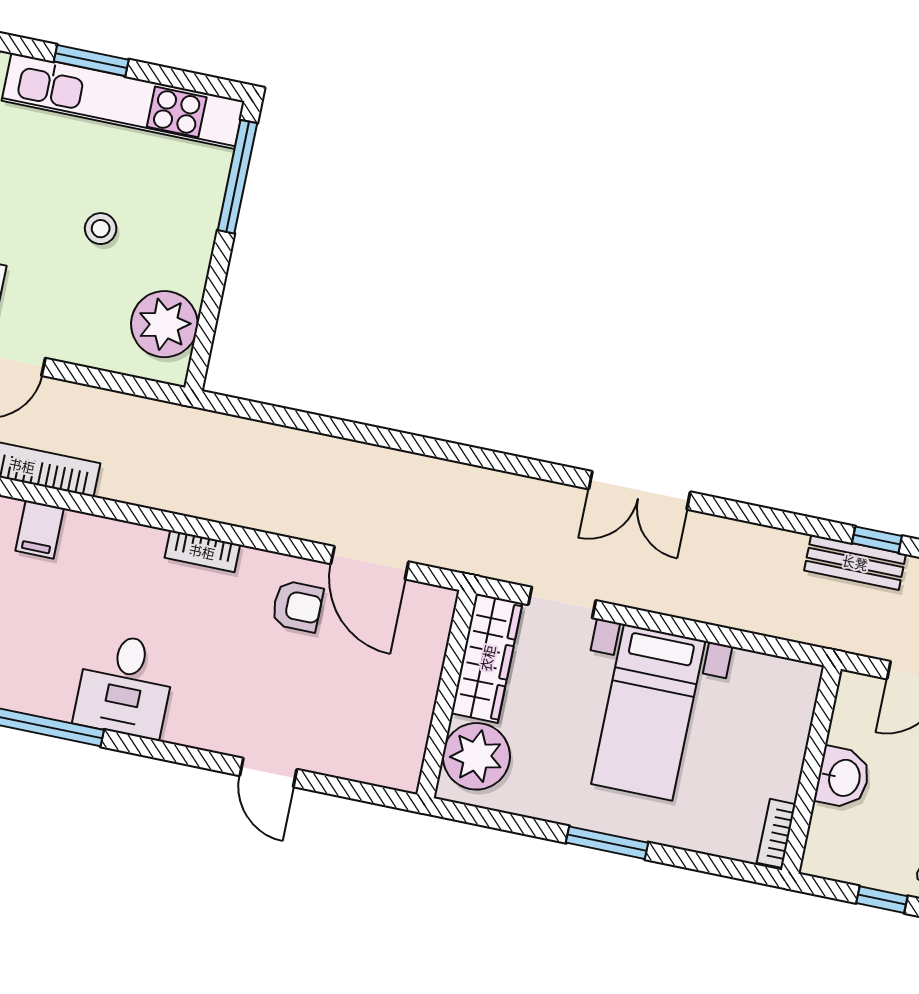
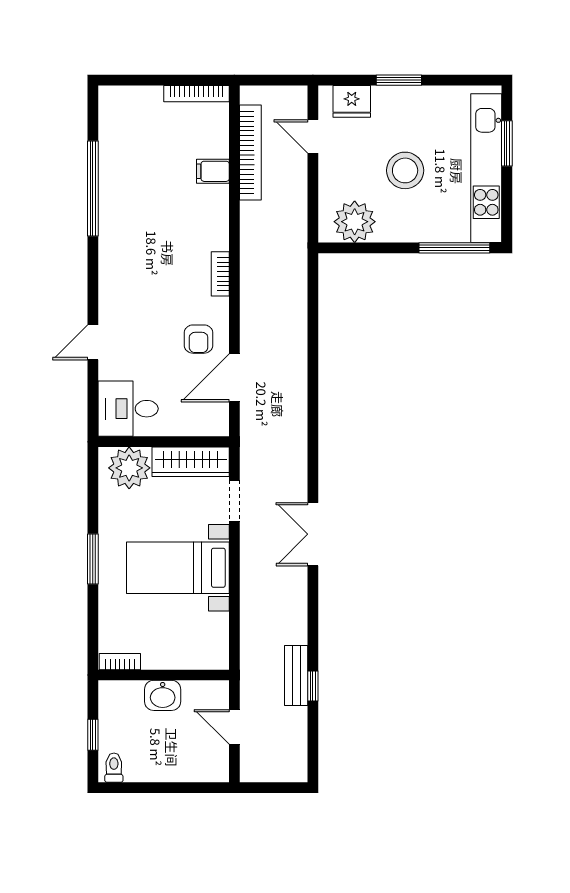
stool: (101, 229) -> (405, 170), width x1.89, depth x1.89
desk: (125, 685) -> (128, 409), moved

